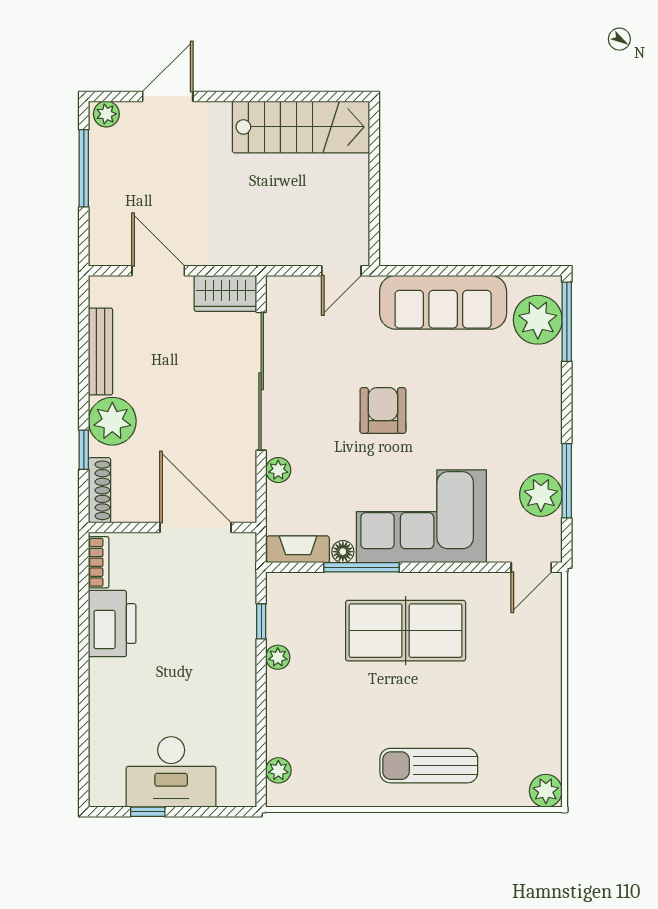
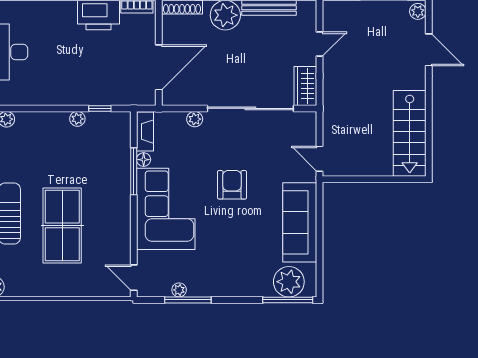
door: (158, 271) -> (320, 44), width x0.73
armchair: (383, 410) -> (232, 185), turned -90
plant: (541, 495) -> (179, 290), width x0.53, depth x0.53
table tennis table: (406, 631) -> (62, 225), moved

